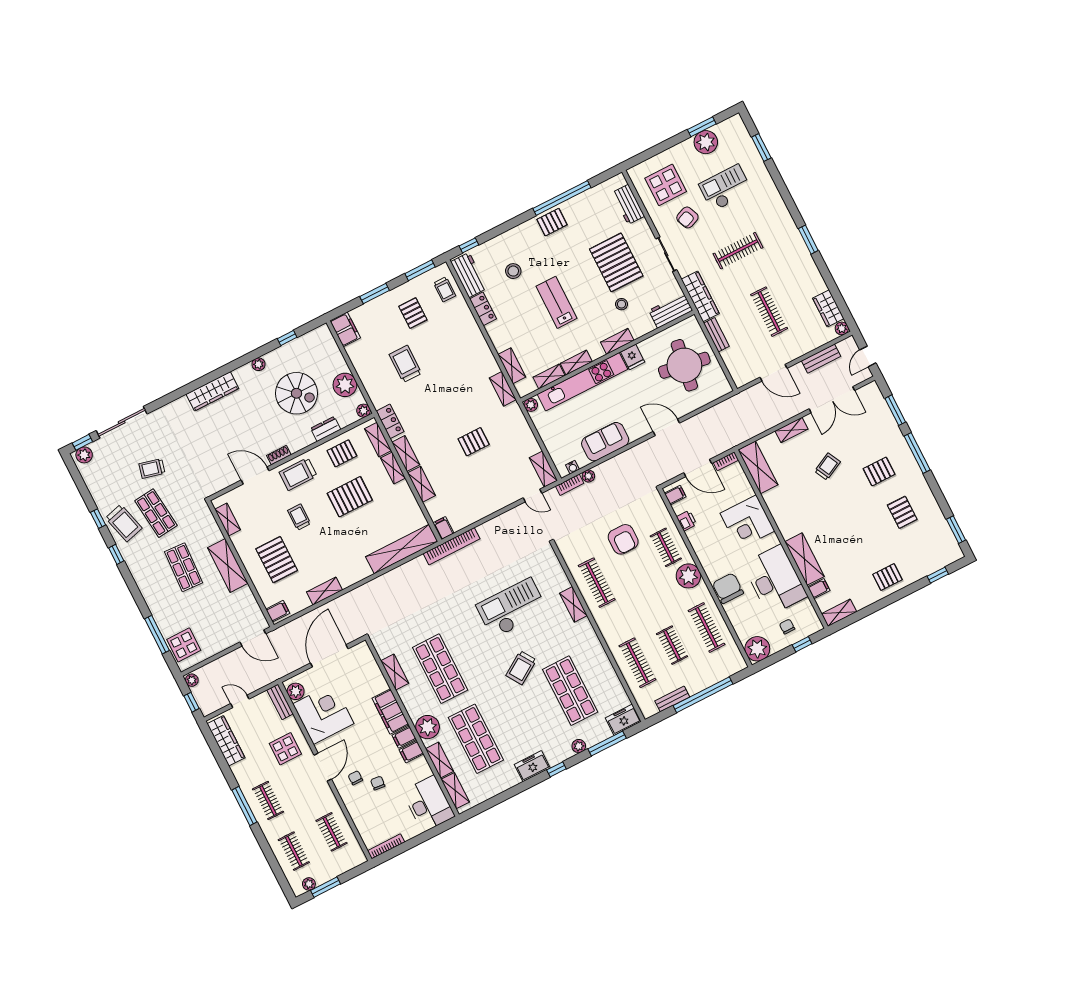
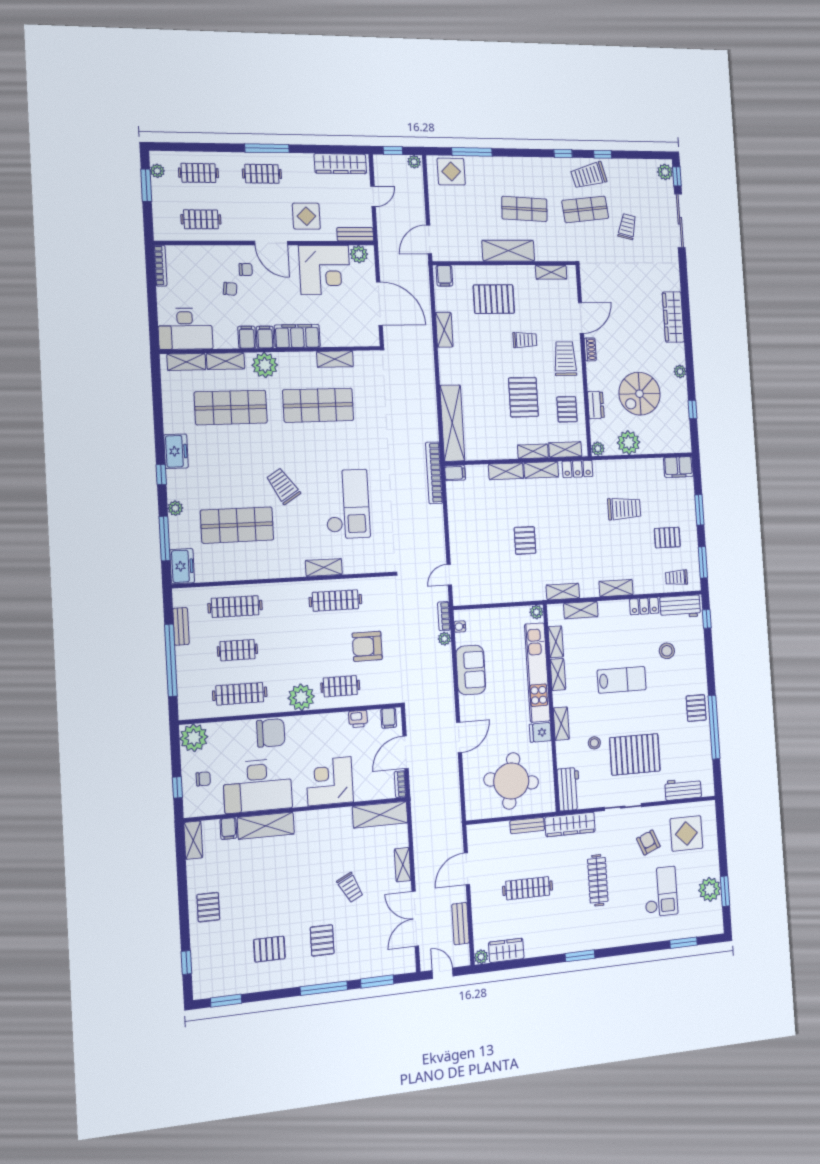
shelving: (543, 469) -> (616, 588), moved

